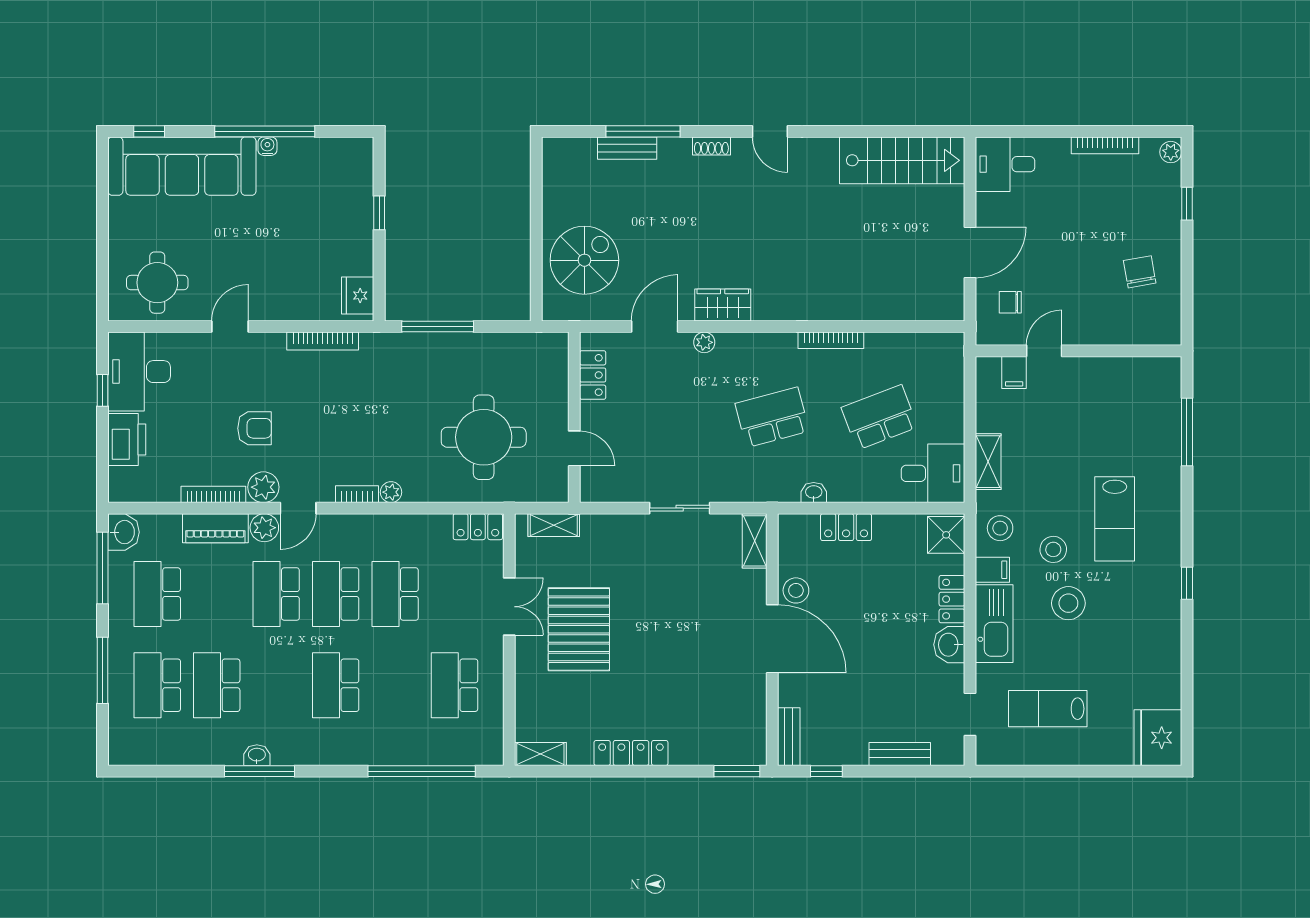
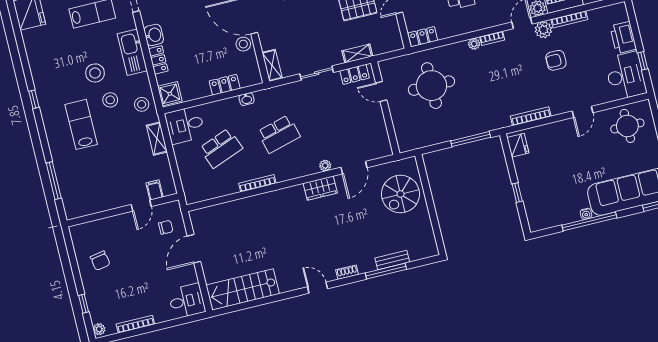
locker: (593, 375) -> (355, 74), moved, turned -90
shelving: (554, 525) -> (357, 54), moved
filing cabinet: (992, 570) -> (140, 81), removed

